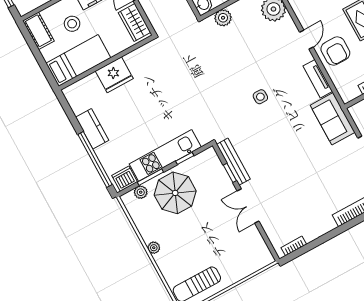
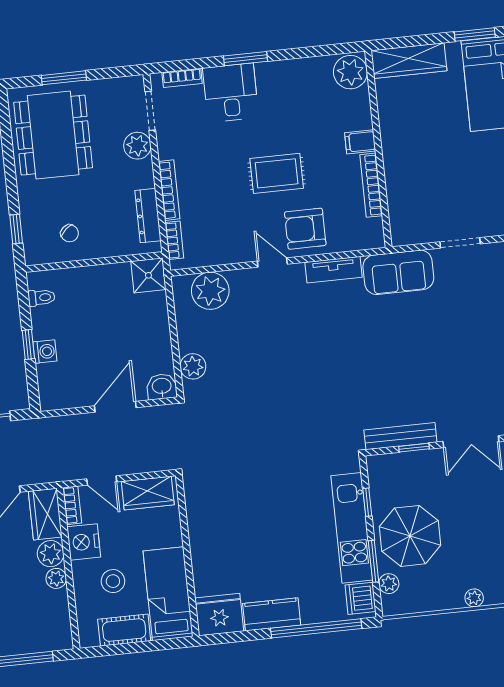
cot: (38, 31) -> (124, 630), moved
armchair: (335, 51) -> (305, 229), turned 180
fridge: (114, 75) -> (219, 615), moved, turned -90
side table: (260, 97) -> (325, 360), removed

